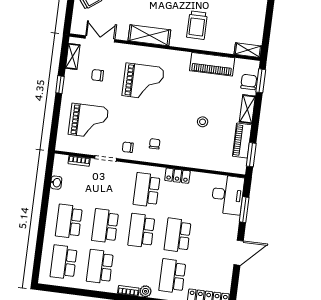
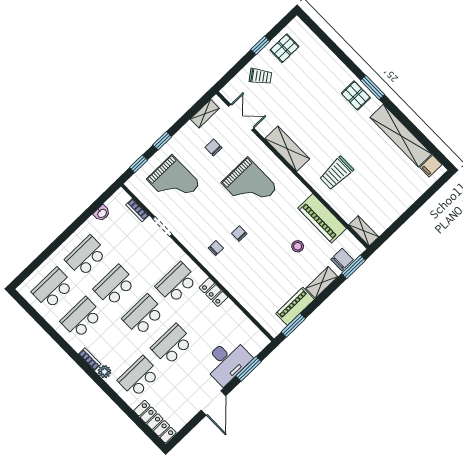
window: (60, 85) -> (162, 141), moved
stool: (203, 122) -> (298, 246), moved
window: (54, 128) -> (139, 164), added
chair: (128, 147) -> (239, 234), moved
desk: (228, 195) -> (227, 361), moved
door: (239, 253) -> (213, 403), hinge flipped

